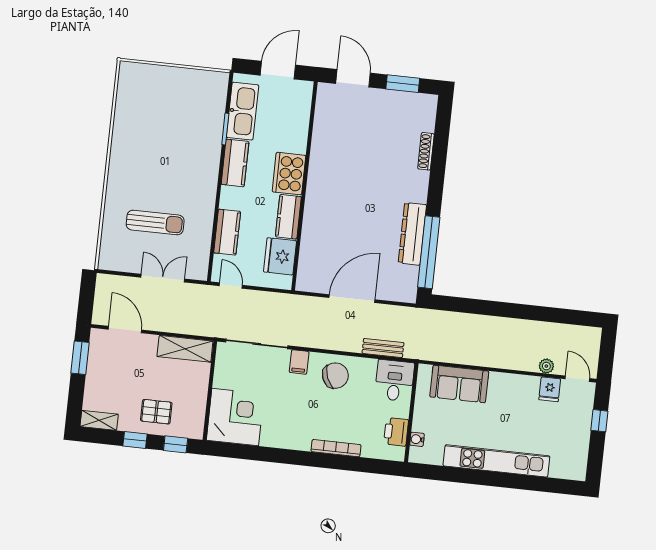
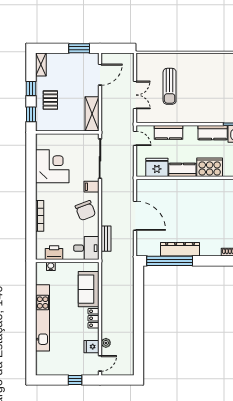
door: (231, 285) -> (135, 138), hinge flipped
locker: (506, 381) -> (94, 318), added
corner desk: (235, 417) -> (52, 166), moved, turned -90

